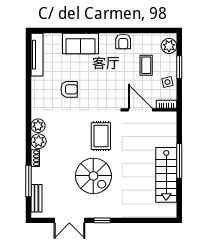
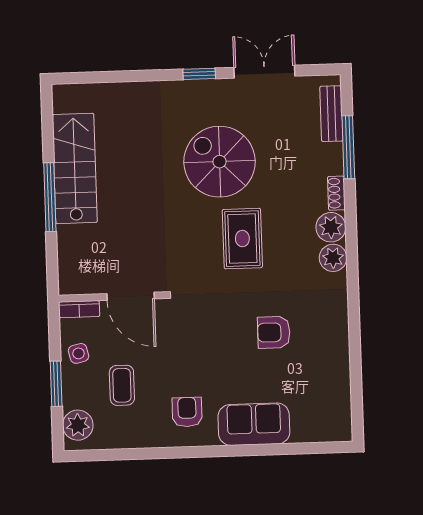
armchair: (123, 42) -> (187, 412), moved
tv unit: (37, 55) -> (340, 399), removed
rug: (101, 136) -> (242, 239), moved

